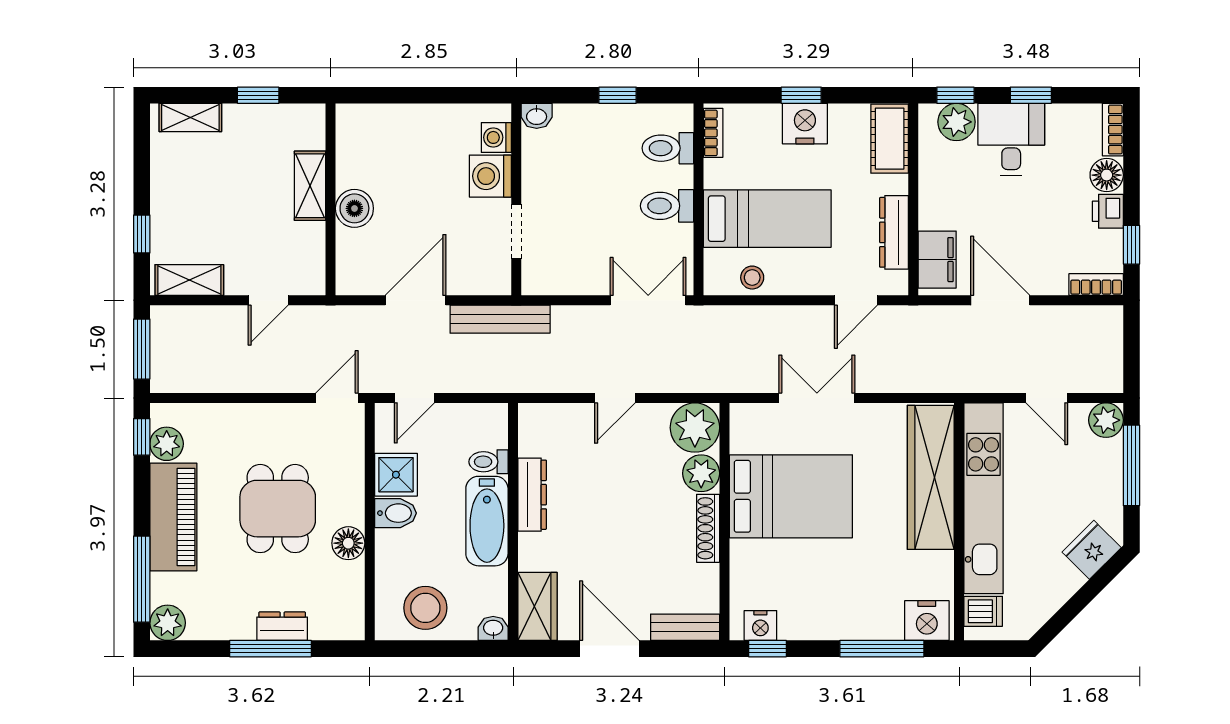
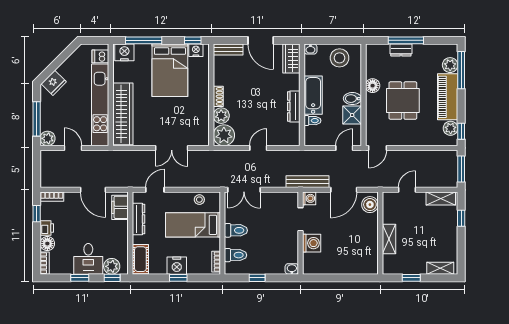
washing machine: (496, 137) -> (309, 198), moved
boiler: (354, 208) -> (370, 205), moved
bed: (791, 496) -> (170, 70), moved, turned -90
shoe rack: (708, 528) -> (218, 96), width x0.70
plant: (168, 623) -> (450, 65), moved

